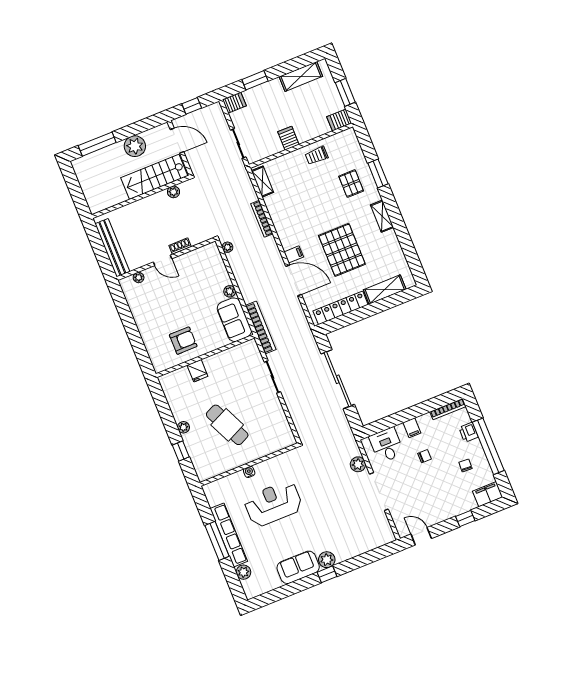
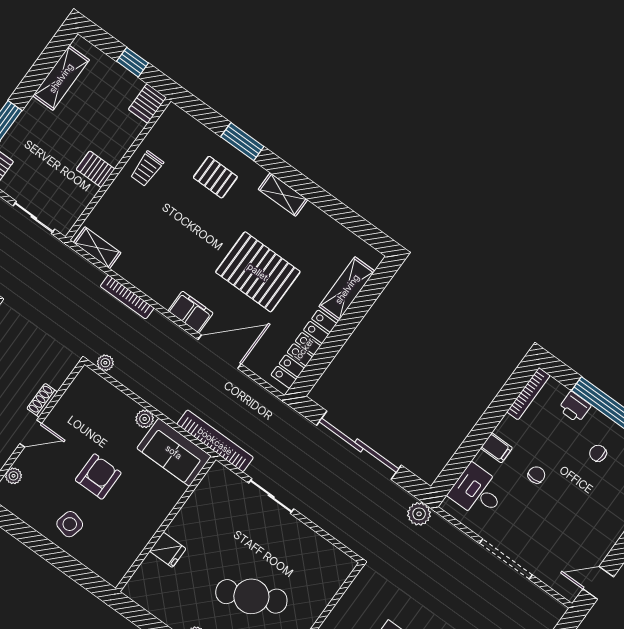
window: (345, 92) -> (133, 62), width x0.67
filing cabinet: (294, 254) -> (191, 312), width x2.00
side table: (153, 323) -> (70, 524), added
armchair: (183, 341) -> (98, 476), moved
plant: (358, 464) -> (419, 514), moved

